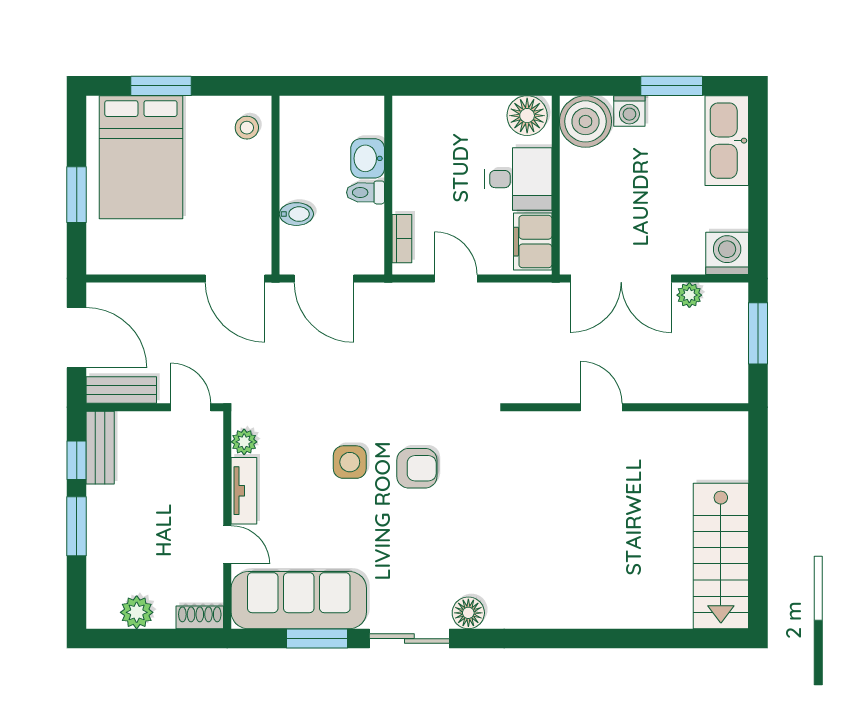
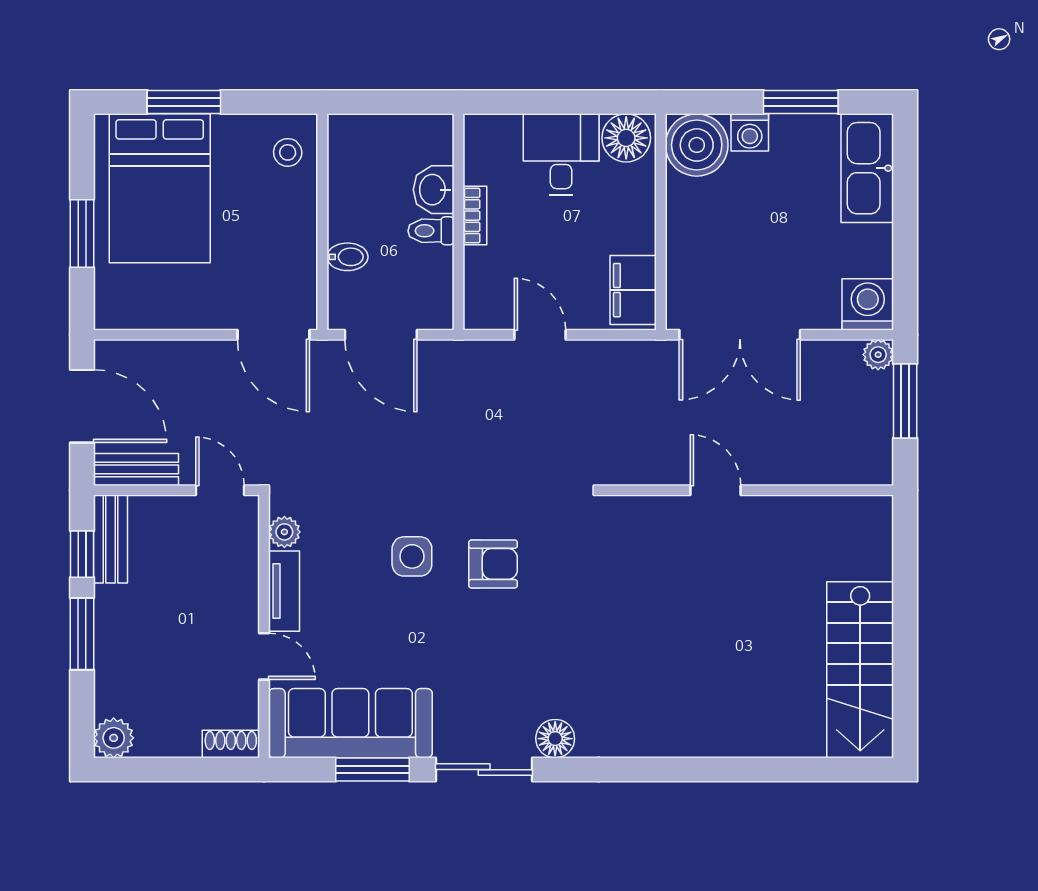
desk: (518, 179) -> (561, 155), moved, turned -90
bookcase: (402, 239) -> (475, 216), moved
plant: (689, 295) -> (878, 355), moved
plant: (137, 612) -> (114, 738), moved

